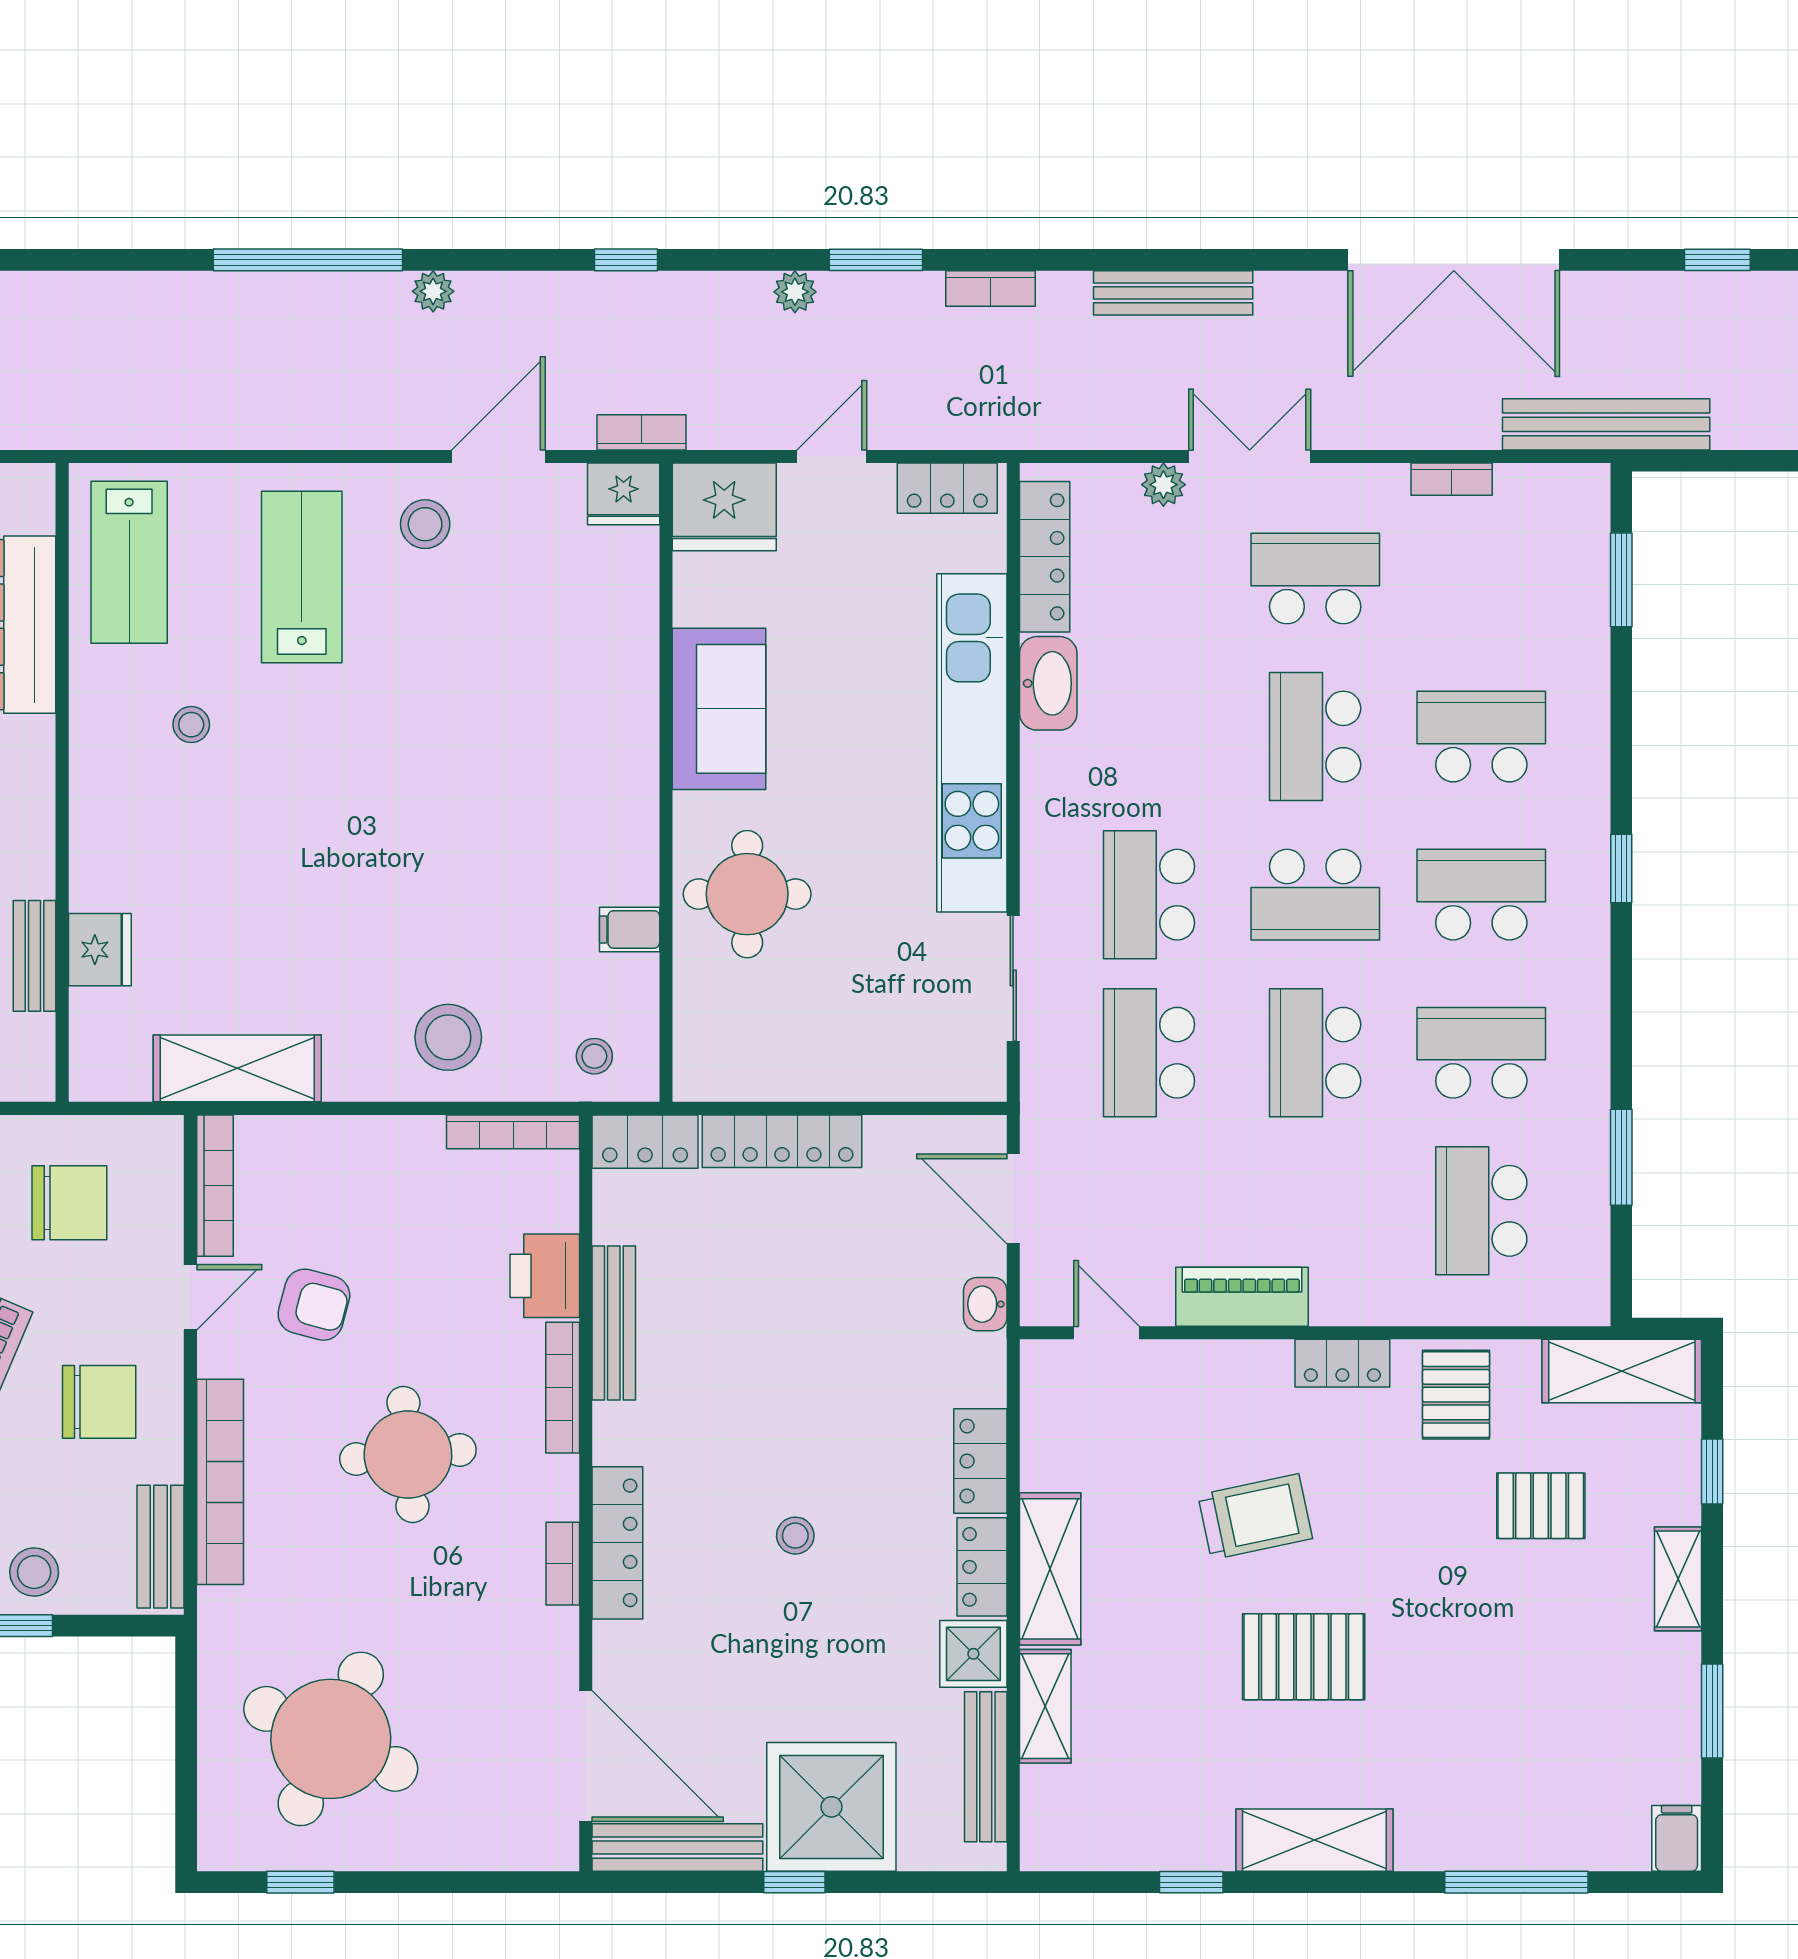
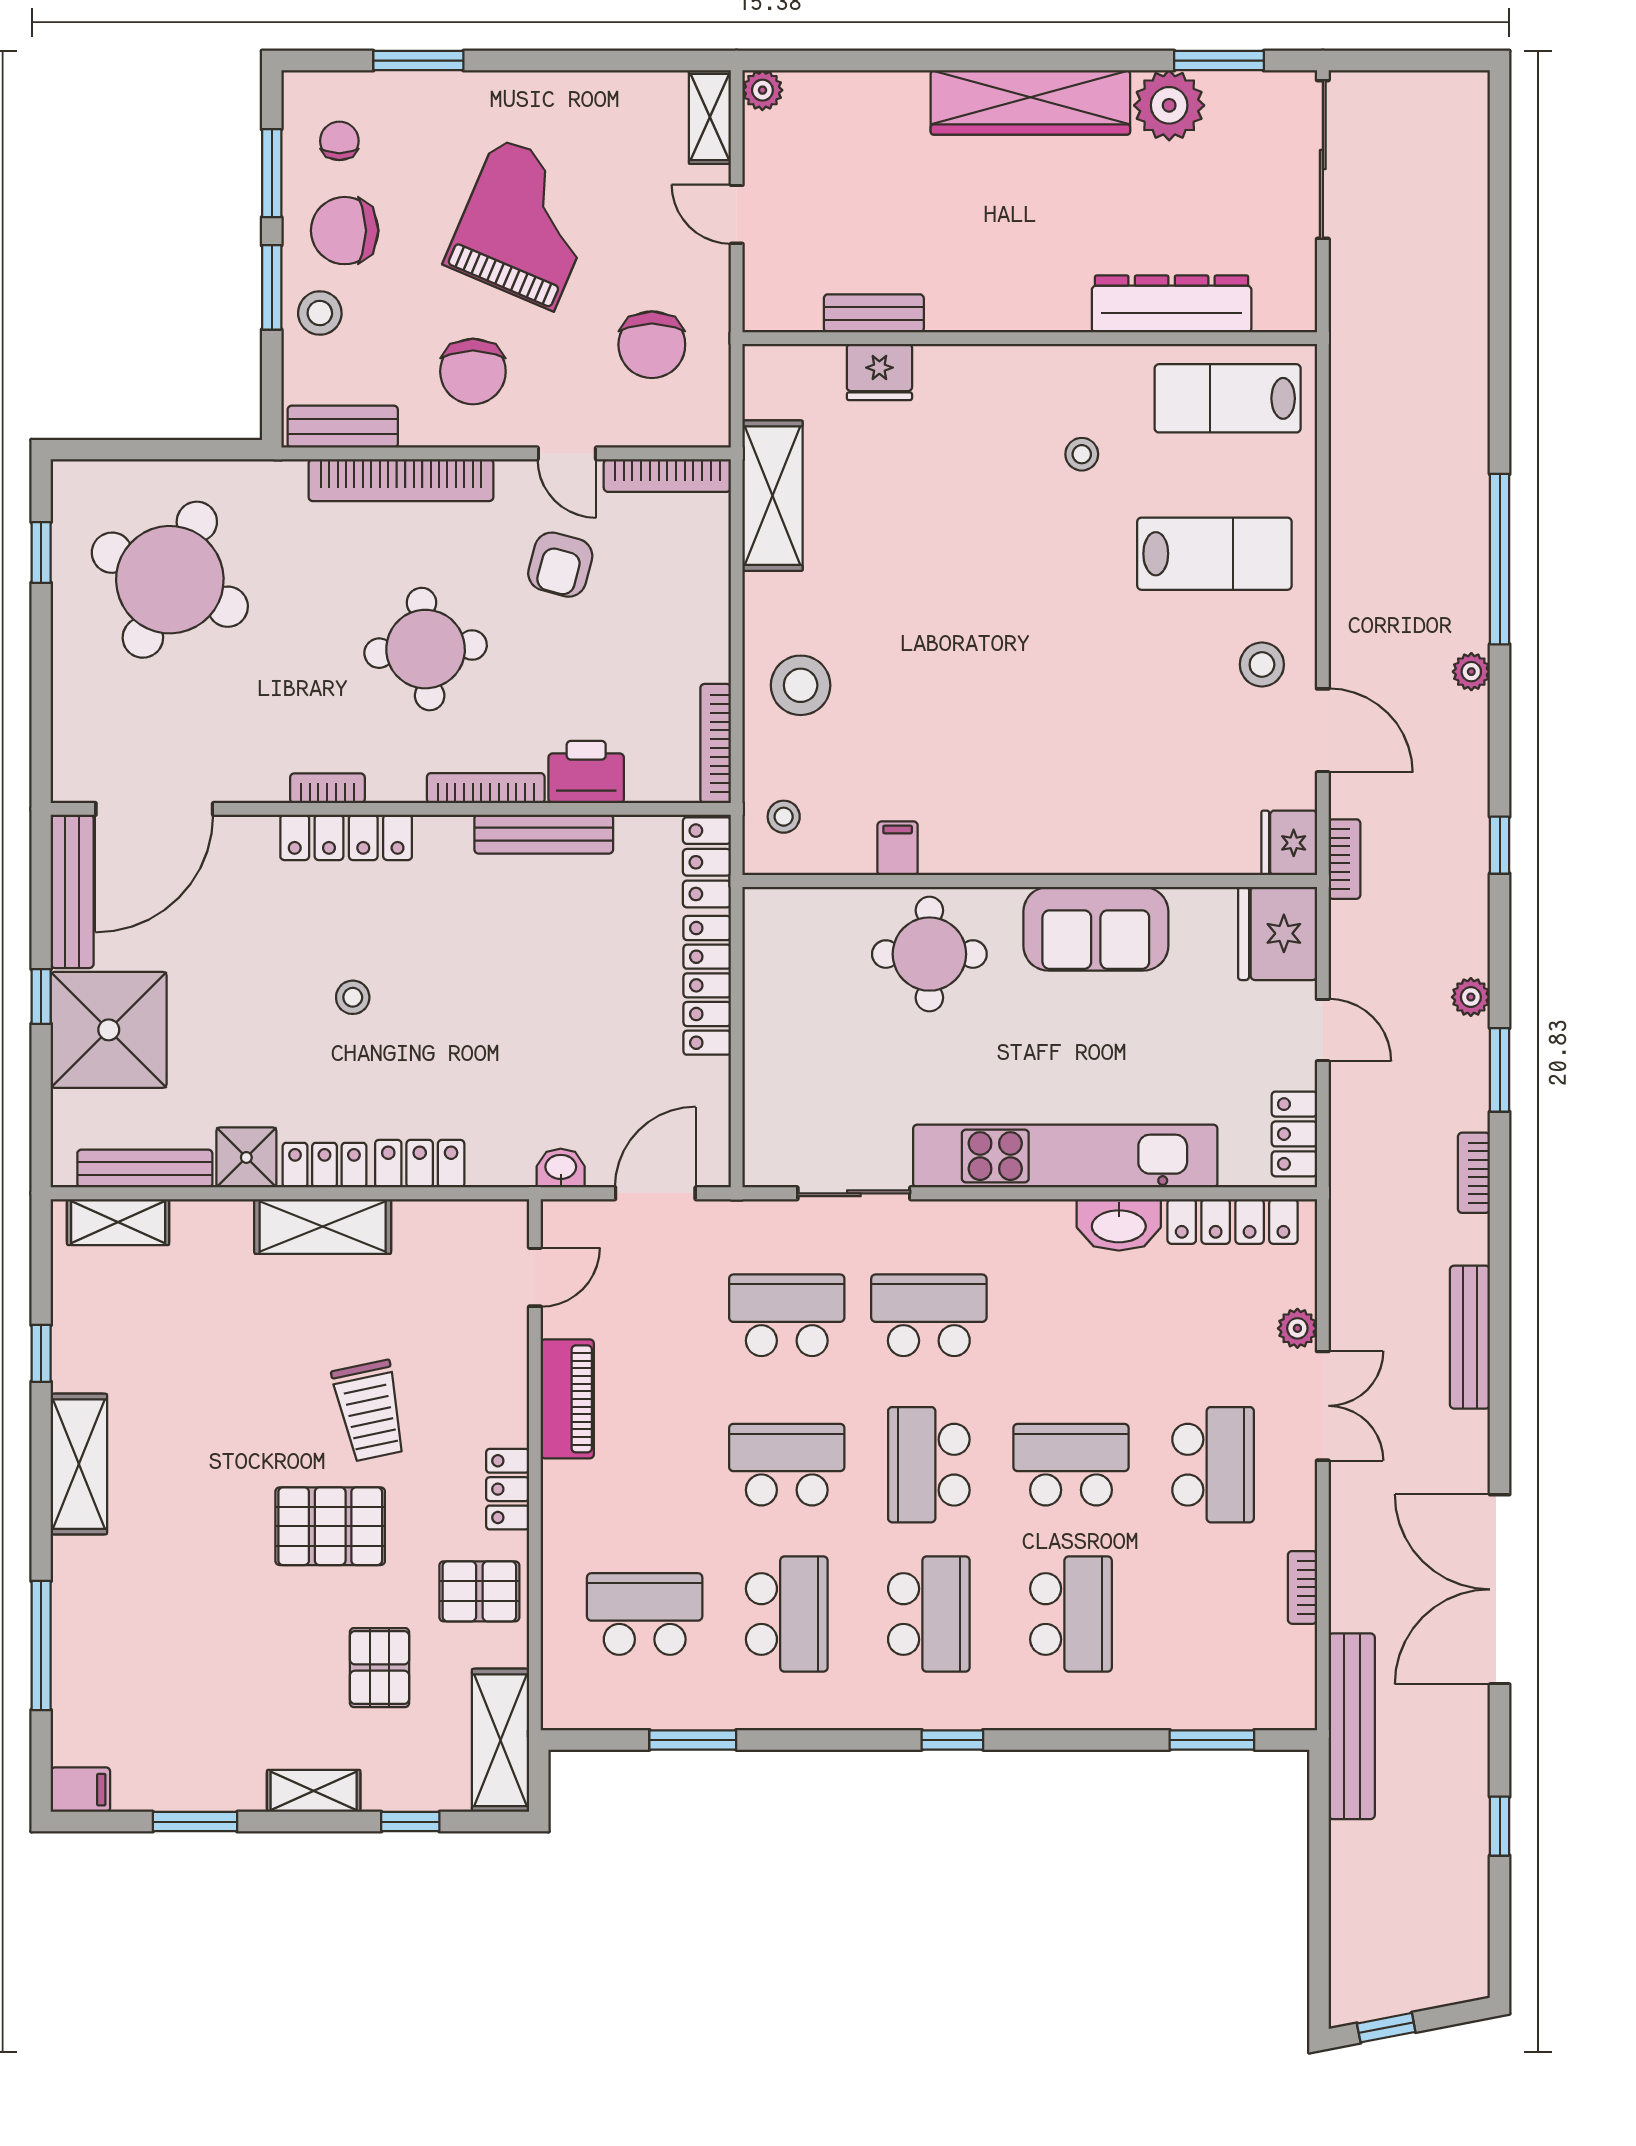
pallet: (1304, 1657) -> (330, 1526), moved, turned 90
shelving: (1045, 1706) -> (118, 1222), moved

